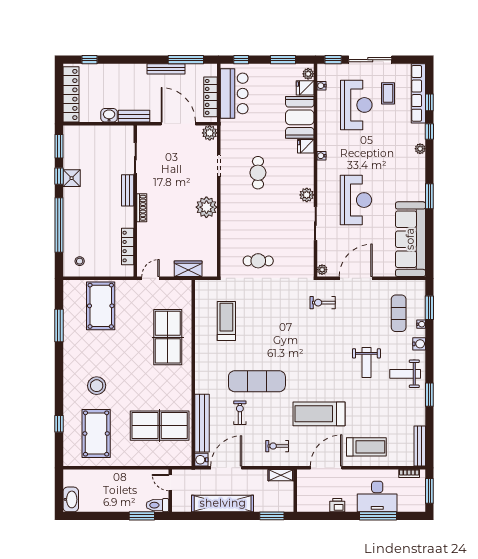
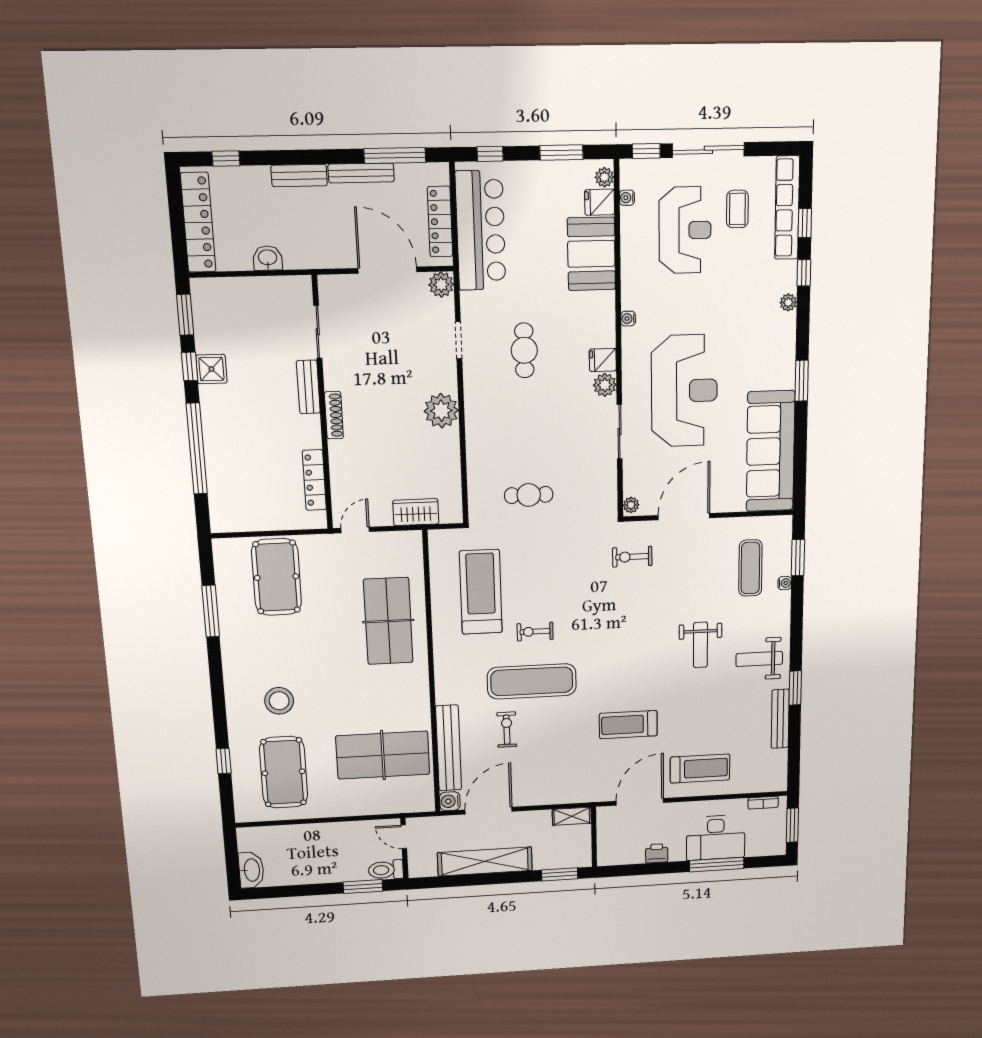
bar counter: (234, 93) -> (481, 231), width x1.36
bench: (134, 116) -> (299, 175), moved
fridge: (306, 146) -> (603, 360), moved
reception desk: (356, 200) -> (684, 391), width x1.36, depth x1.30
stool: (80, 261) -> (236, 507), removed
treadmill: (226, 321) -> (481, 592), width x1.37, depth x1.38
water cooler: (419, 344) -> (781, 613), removed
treadmill: (319, 414) -> (628, 725), width x0.73, depth x0.73
exercise bike: (277, 446) -> (535, 632), moved
bench: (420, 446) -> (780, 719), moved

